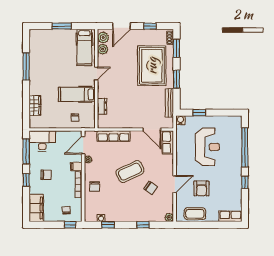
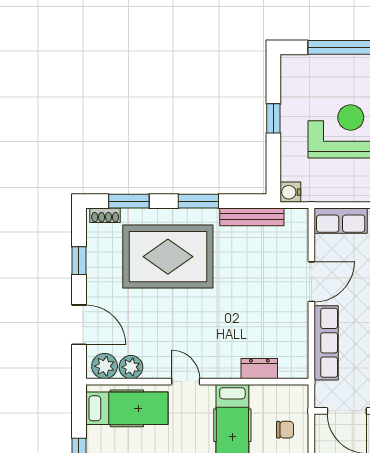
window: (199, 113) -> (273, 118), moved
door: (152, 129) -> (311, 282), moved

